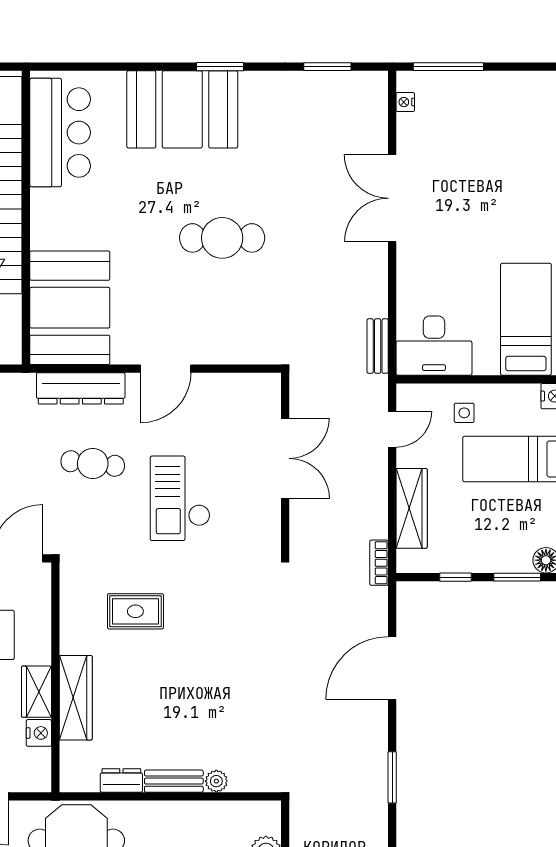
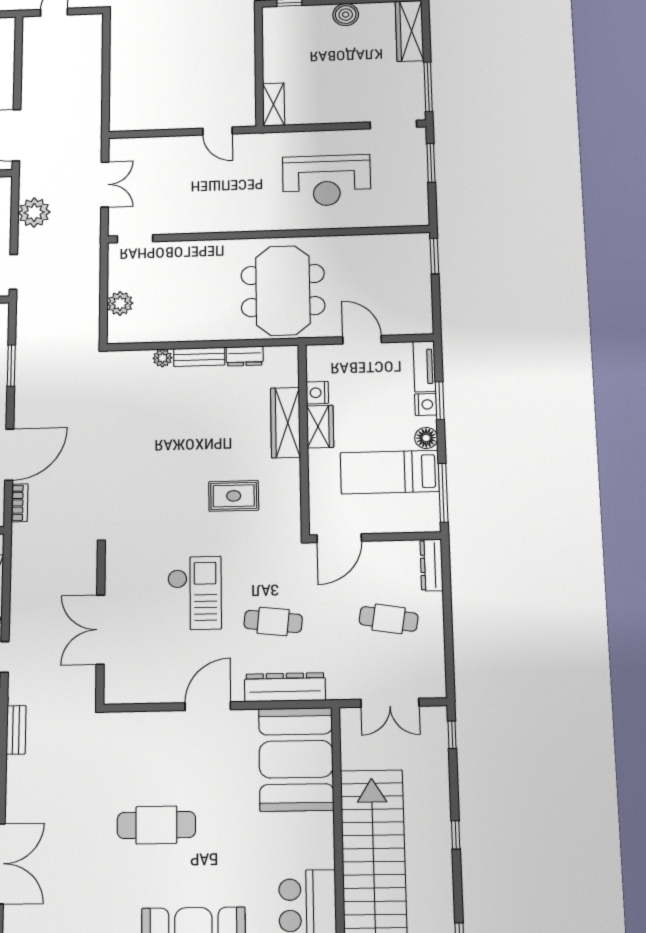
bookcase: (379, 563) -> (20, 503), moved

